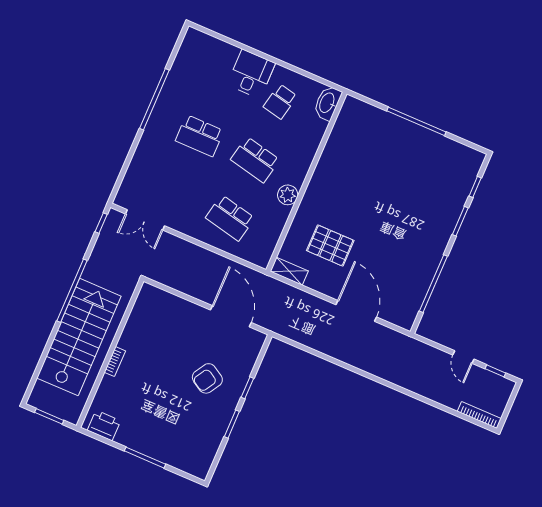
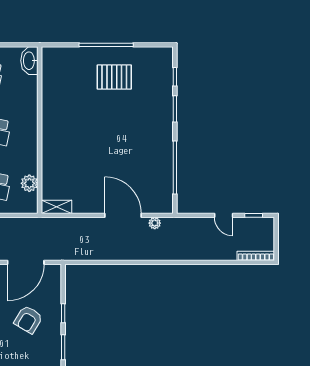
plant: (288, 195) -> (29, 183), moved
pallet: (330, 246) -> (114, 77), moved
door: (231, 316) -> (26, 262), swing flipped
plant: (386, 334) -> (155, 223), added

